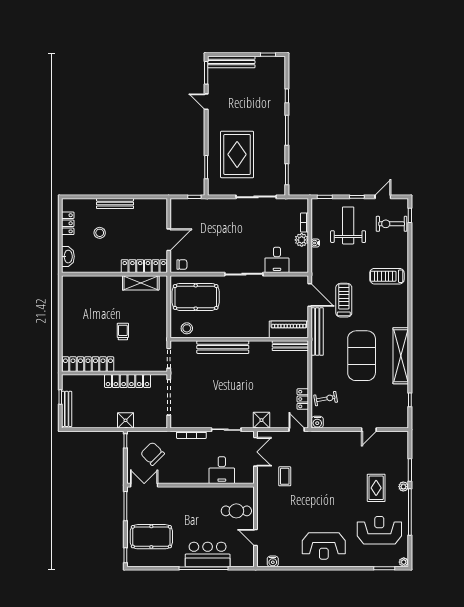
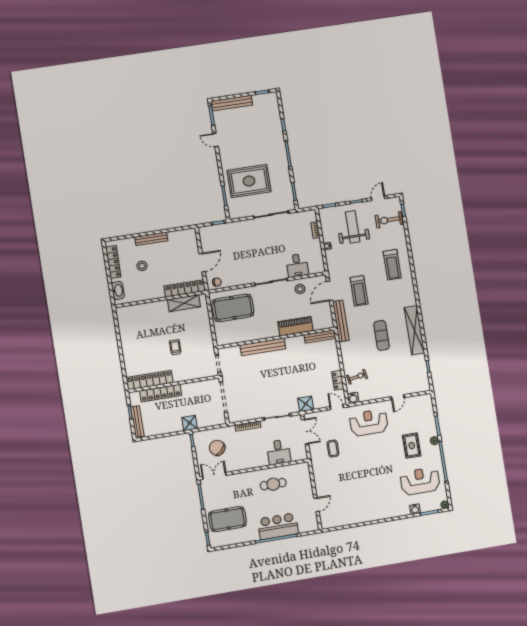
rug: (237, 154) -> (249, 181), turned 90
locker: (68, 223) -> (113, 262), width x1.53
plant: (302, 240) -> (315, 245), removed
treadmill: (387, 276) -> (392, 265), turned -90
door: (310, 295) -> (330, 291), swing flipped
treadmill: (344, 300) -> (359, 291), turned 180
stool: (187, 328) -> (300, 289), moved
piano: (289, 329) -> (295, 326), moved
exercise mat: (362, 356) -> (382, 335), width x0.50, depth x0.69
locker: (128, 381) -> (161, 393), moved
cafe table: (236, 511) -> (273, 484), moved
door: (256, 537) -> (316, 505), swing flipped
reception desk: (324, 546) -> (369, 423), moved, turned 180
water cooler: (273, 561) -> (415, 509), moved

